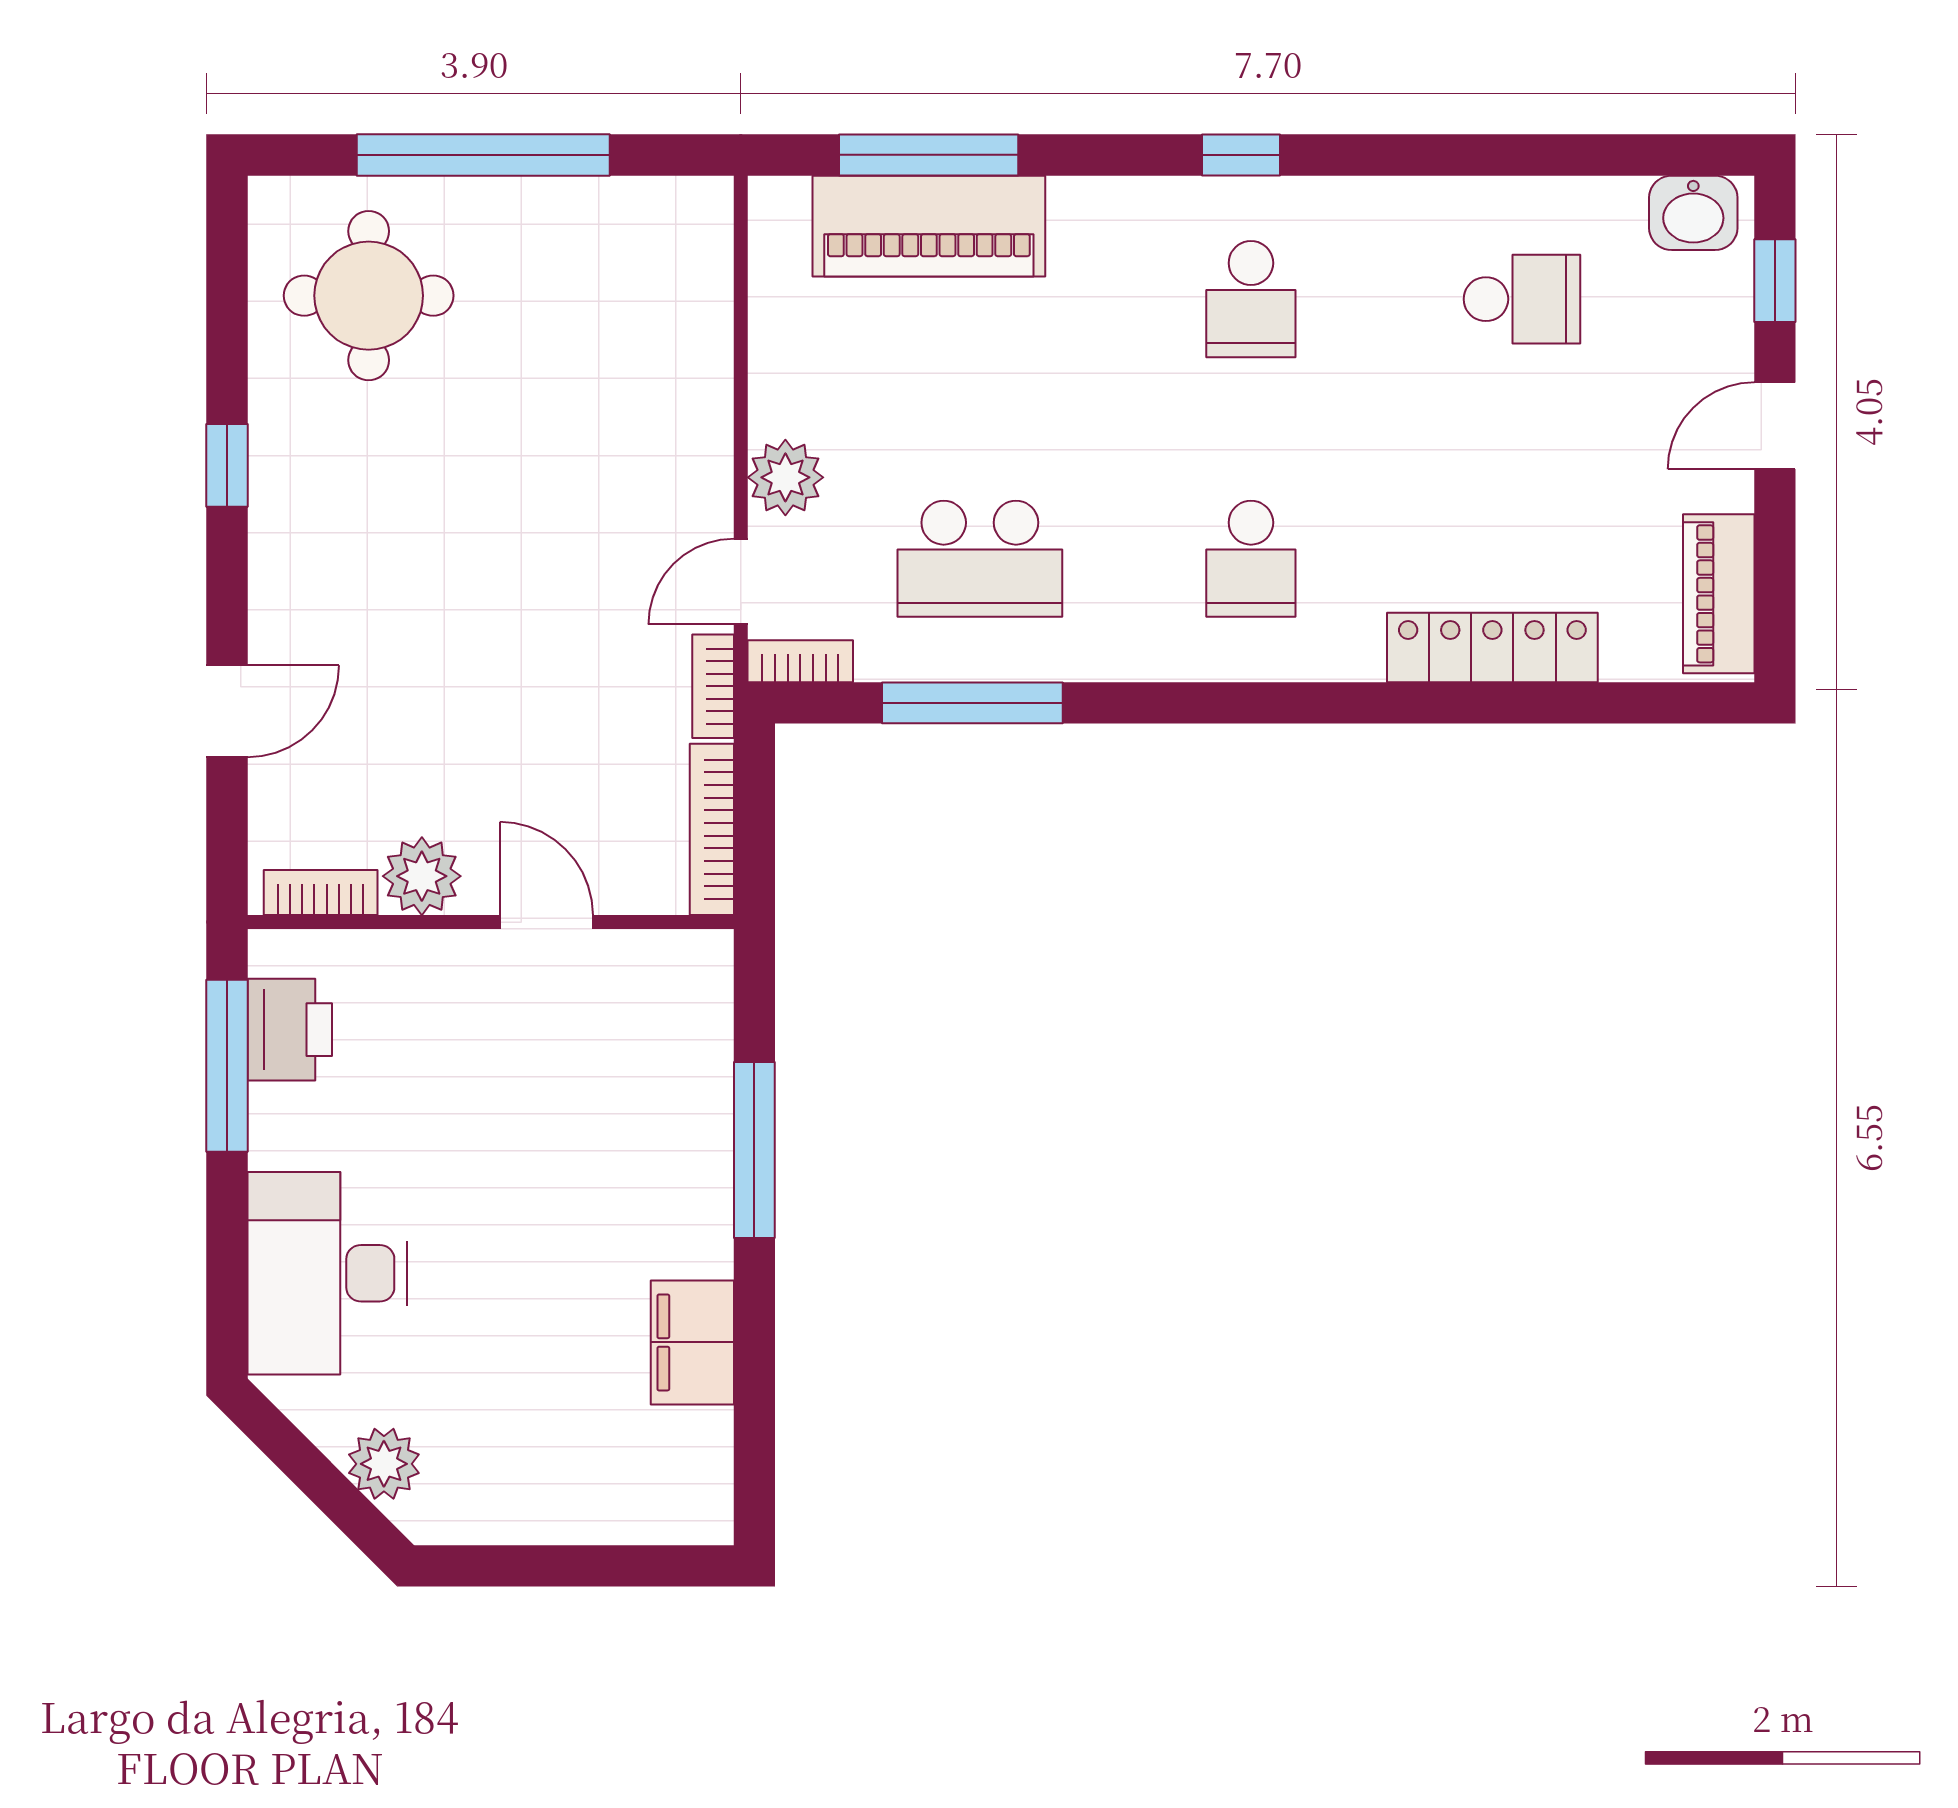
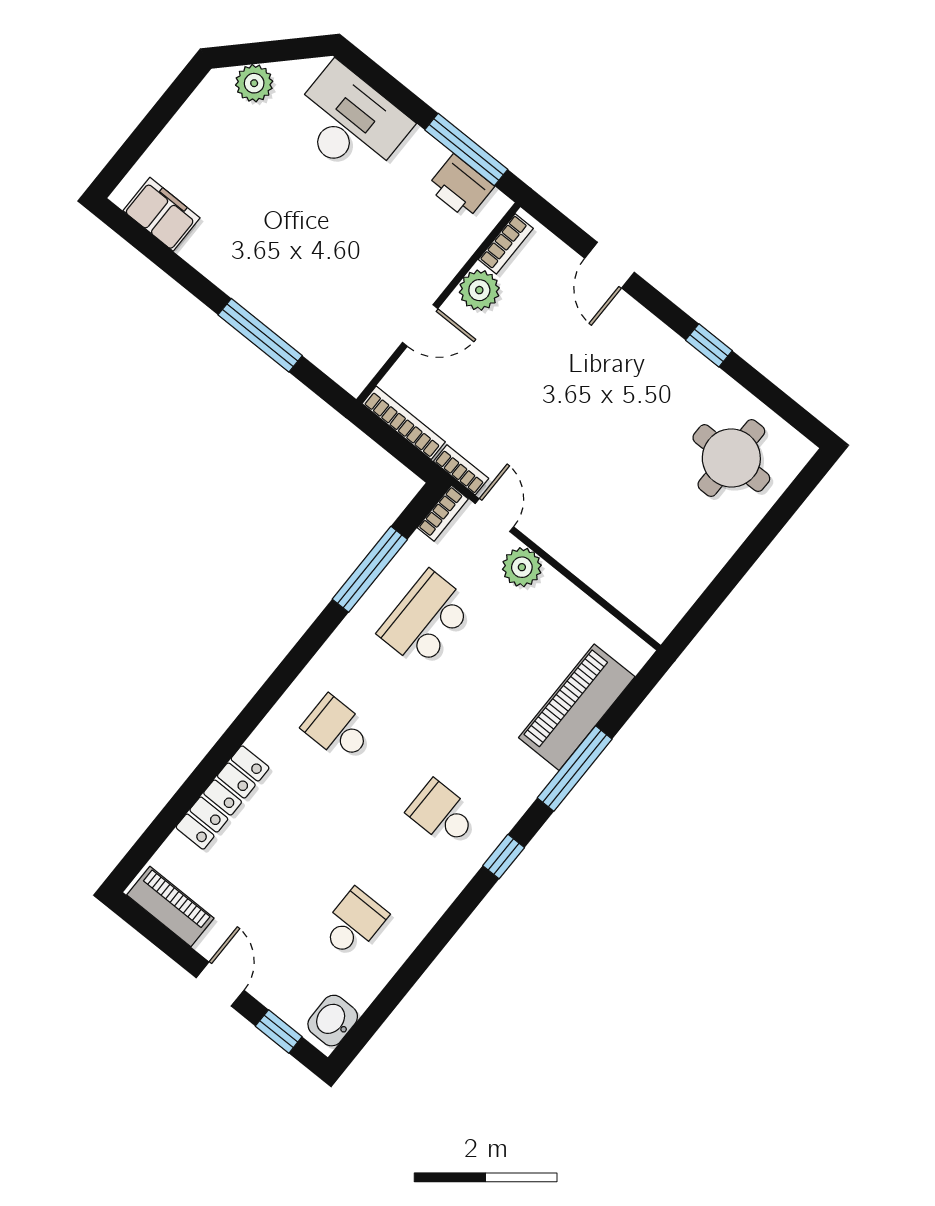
window: (483, 155) -> (751, 550), removed
window: (929, 155) -> (575, 768), moved
school desk: (1522, 299) -> (354, 923), turned 180
filing cabinet: (692, 1342) -> (161, 214), moved

